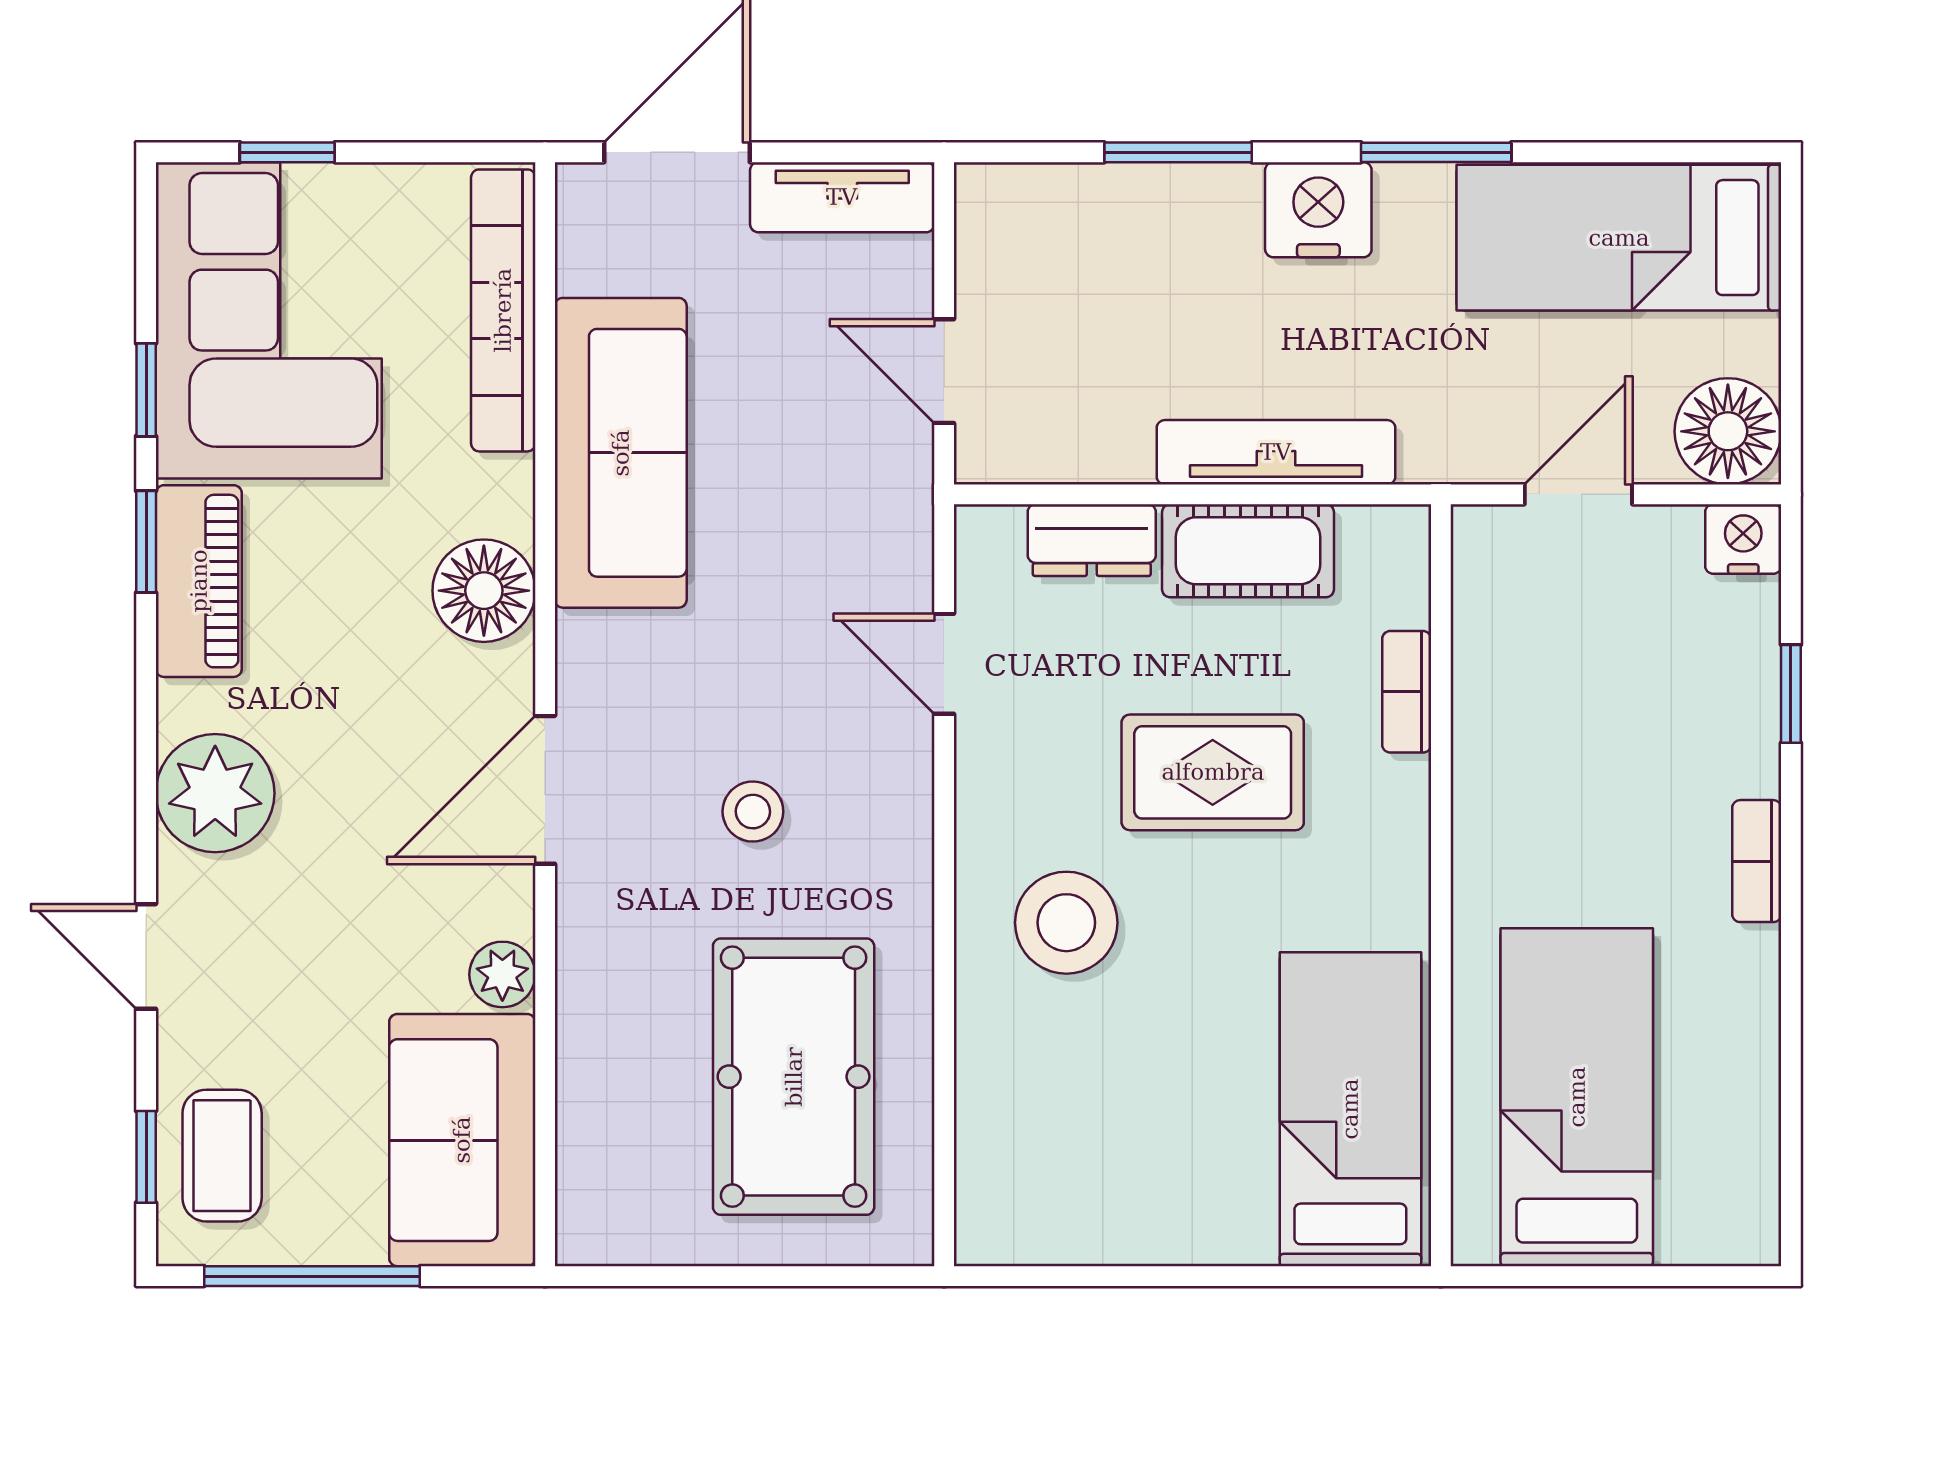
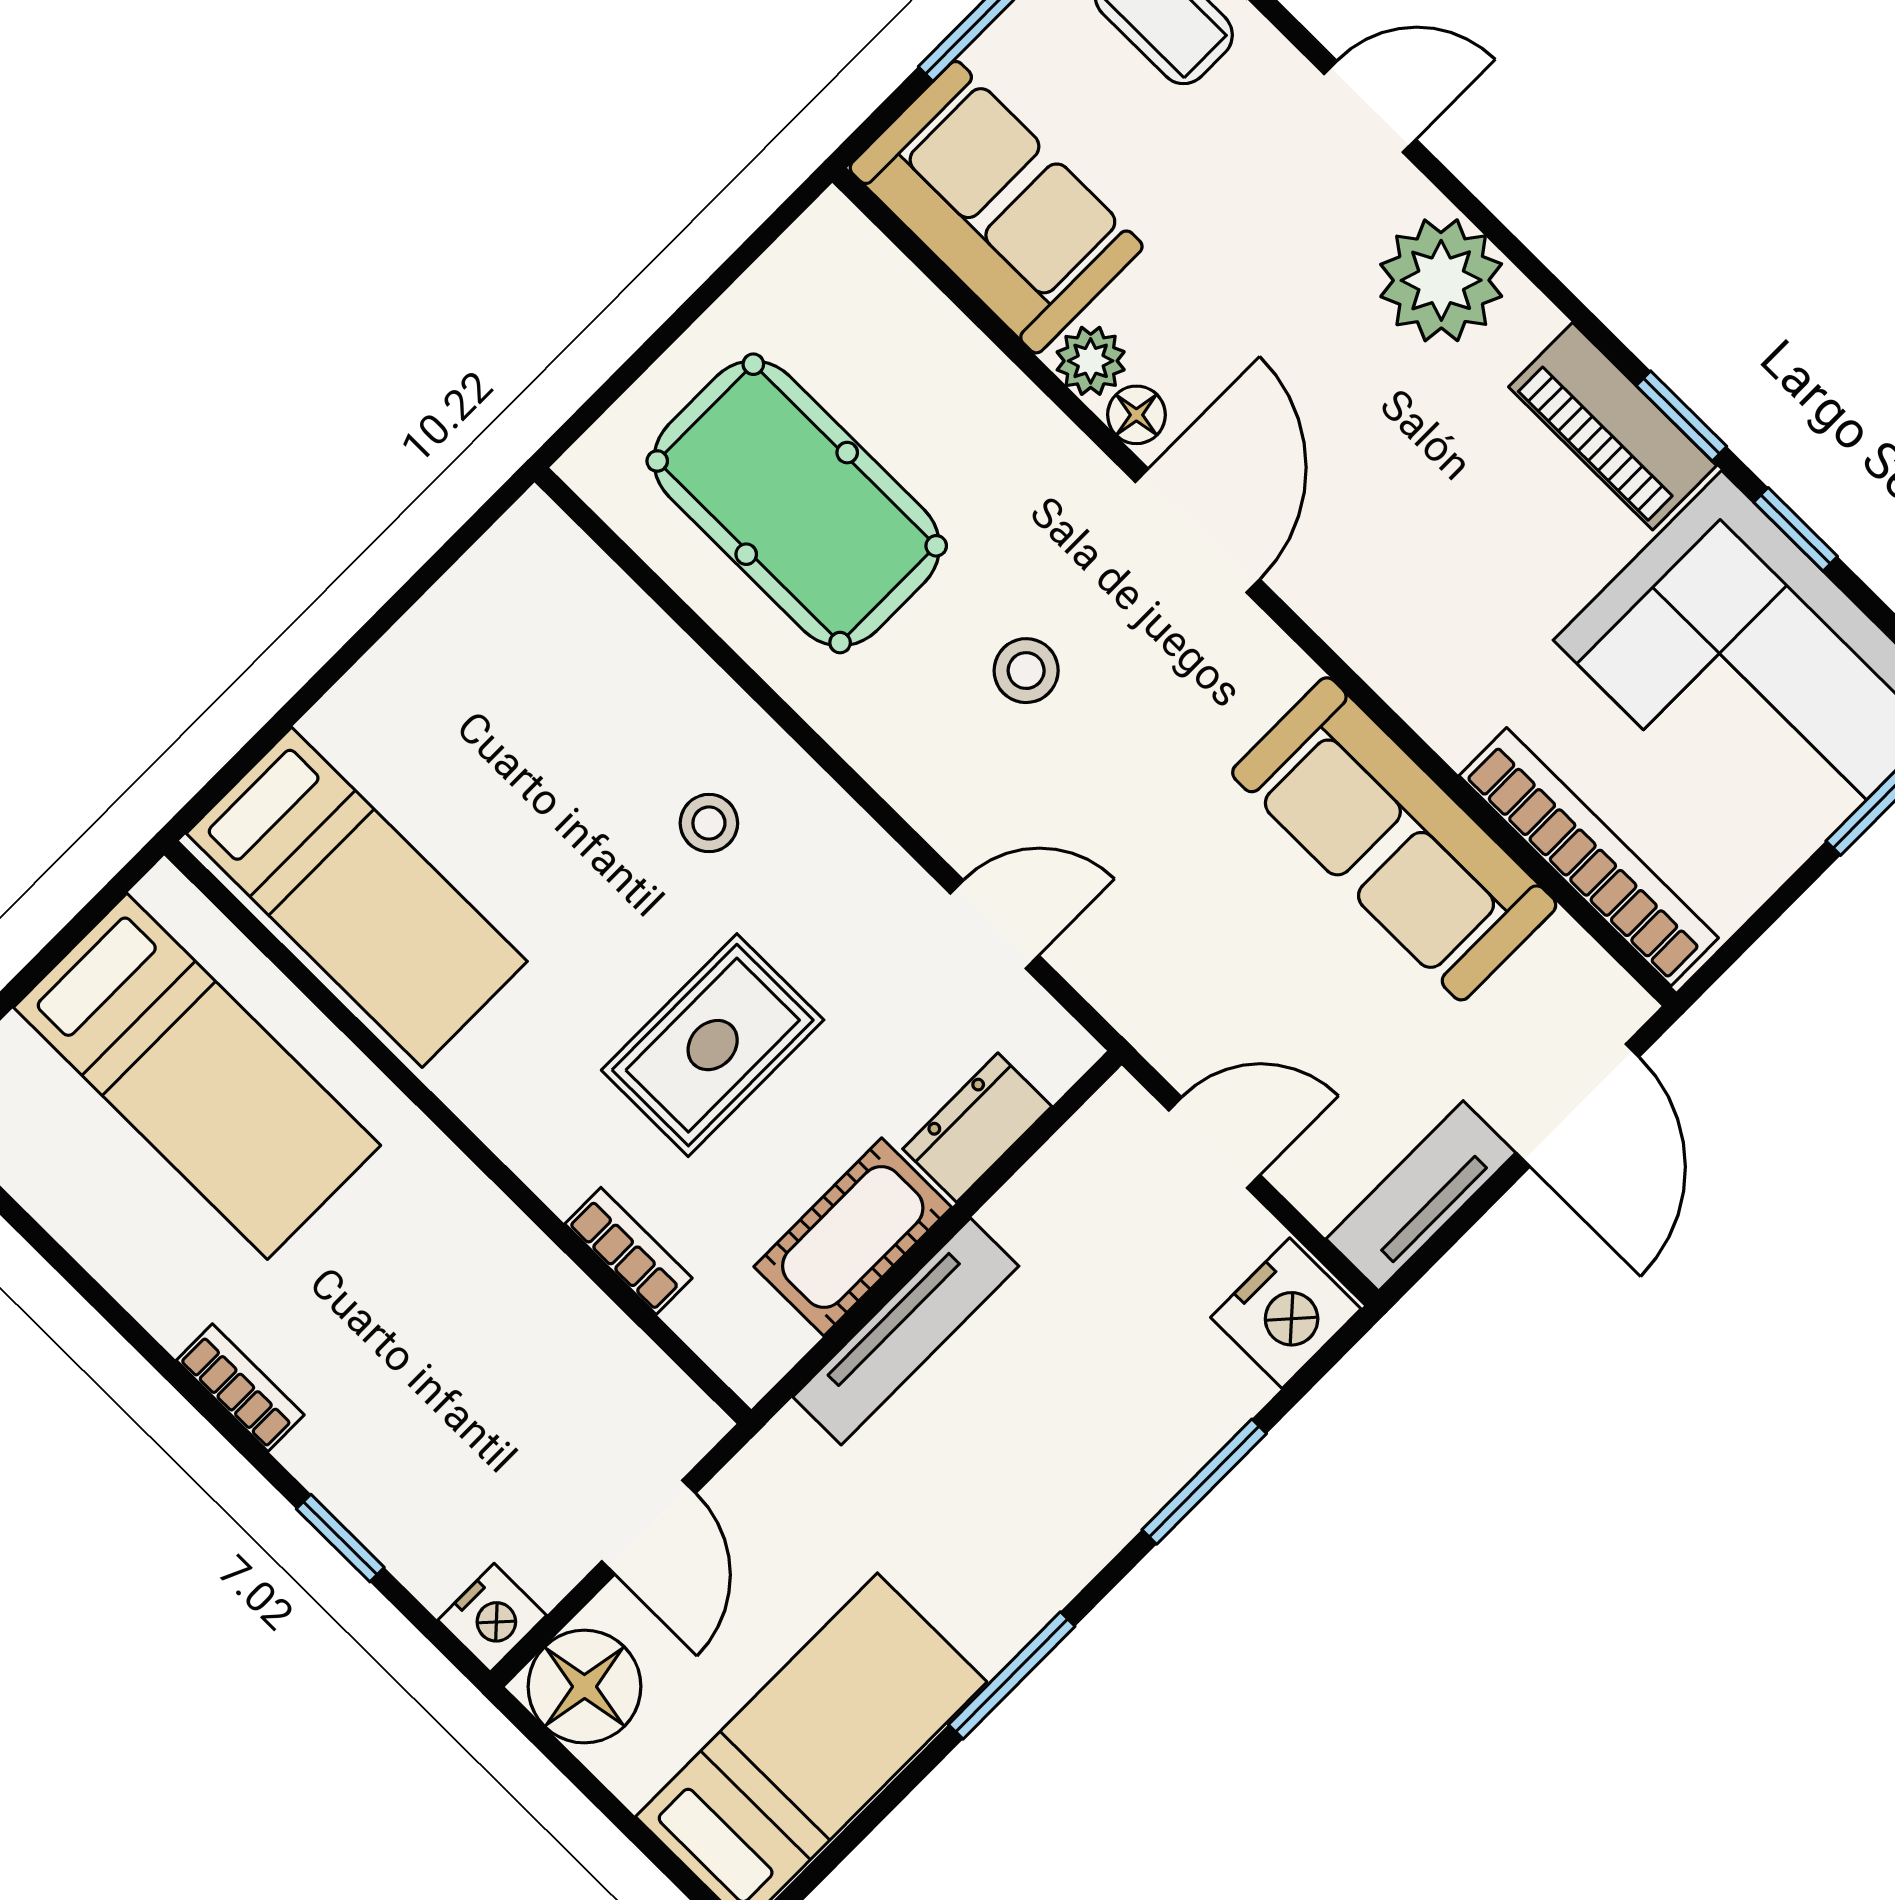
nightstand: (1318, 210) -> (1286, 1313), moved
floor lamp: (484, 591) -> (1136, 415), moved, width x0.53, depth x0.53
stool: (1066, 923) -> (709, 823), width x0.53, depth x0.53

